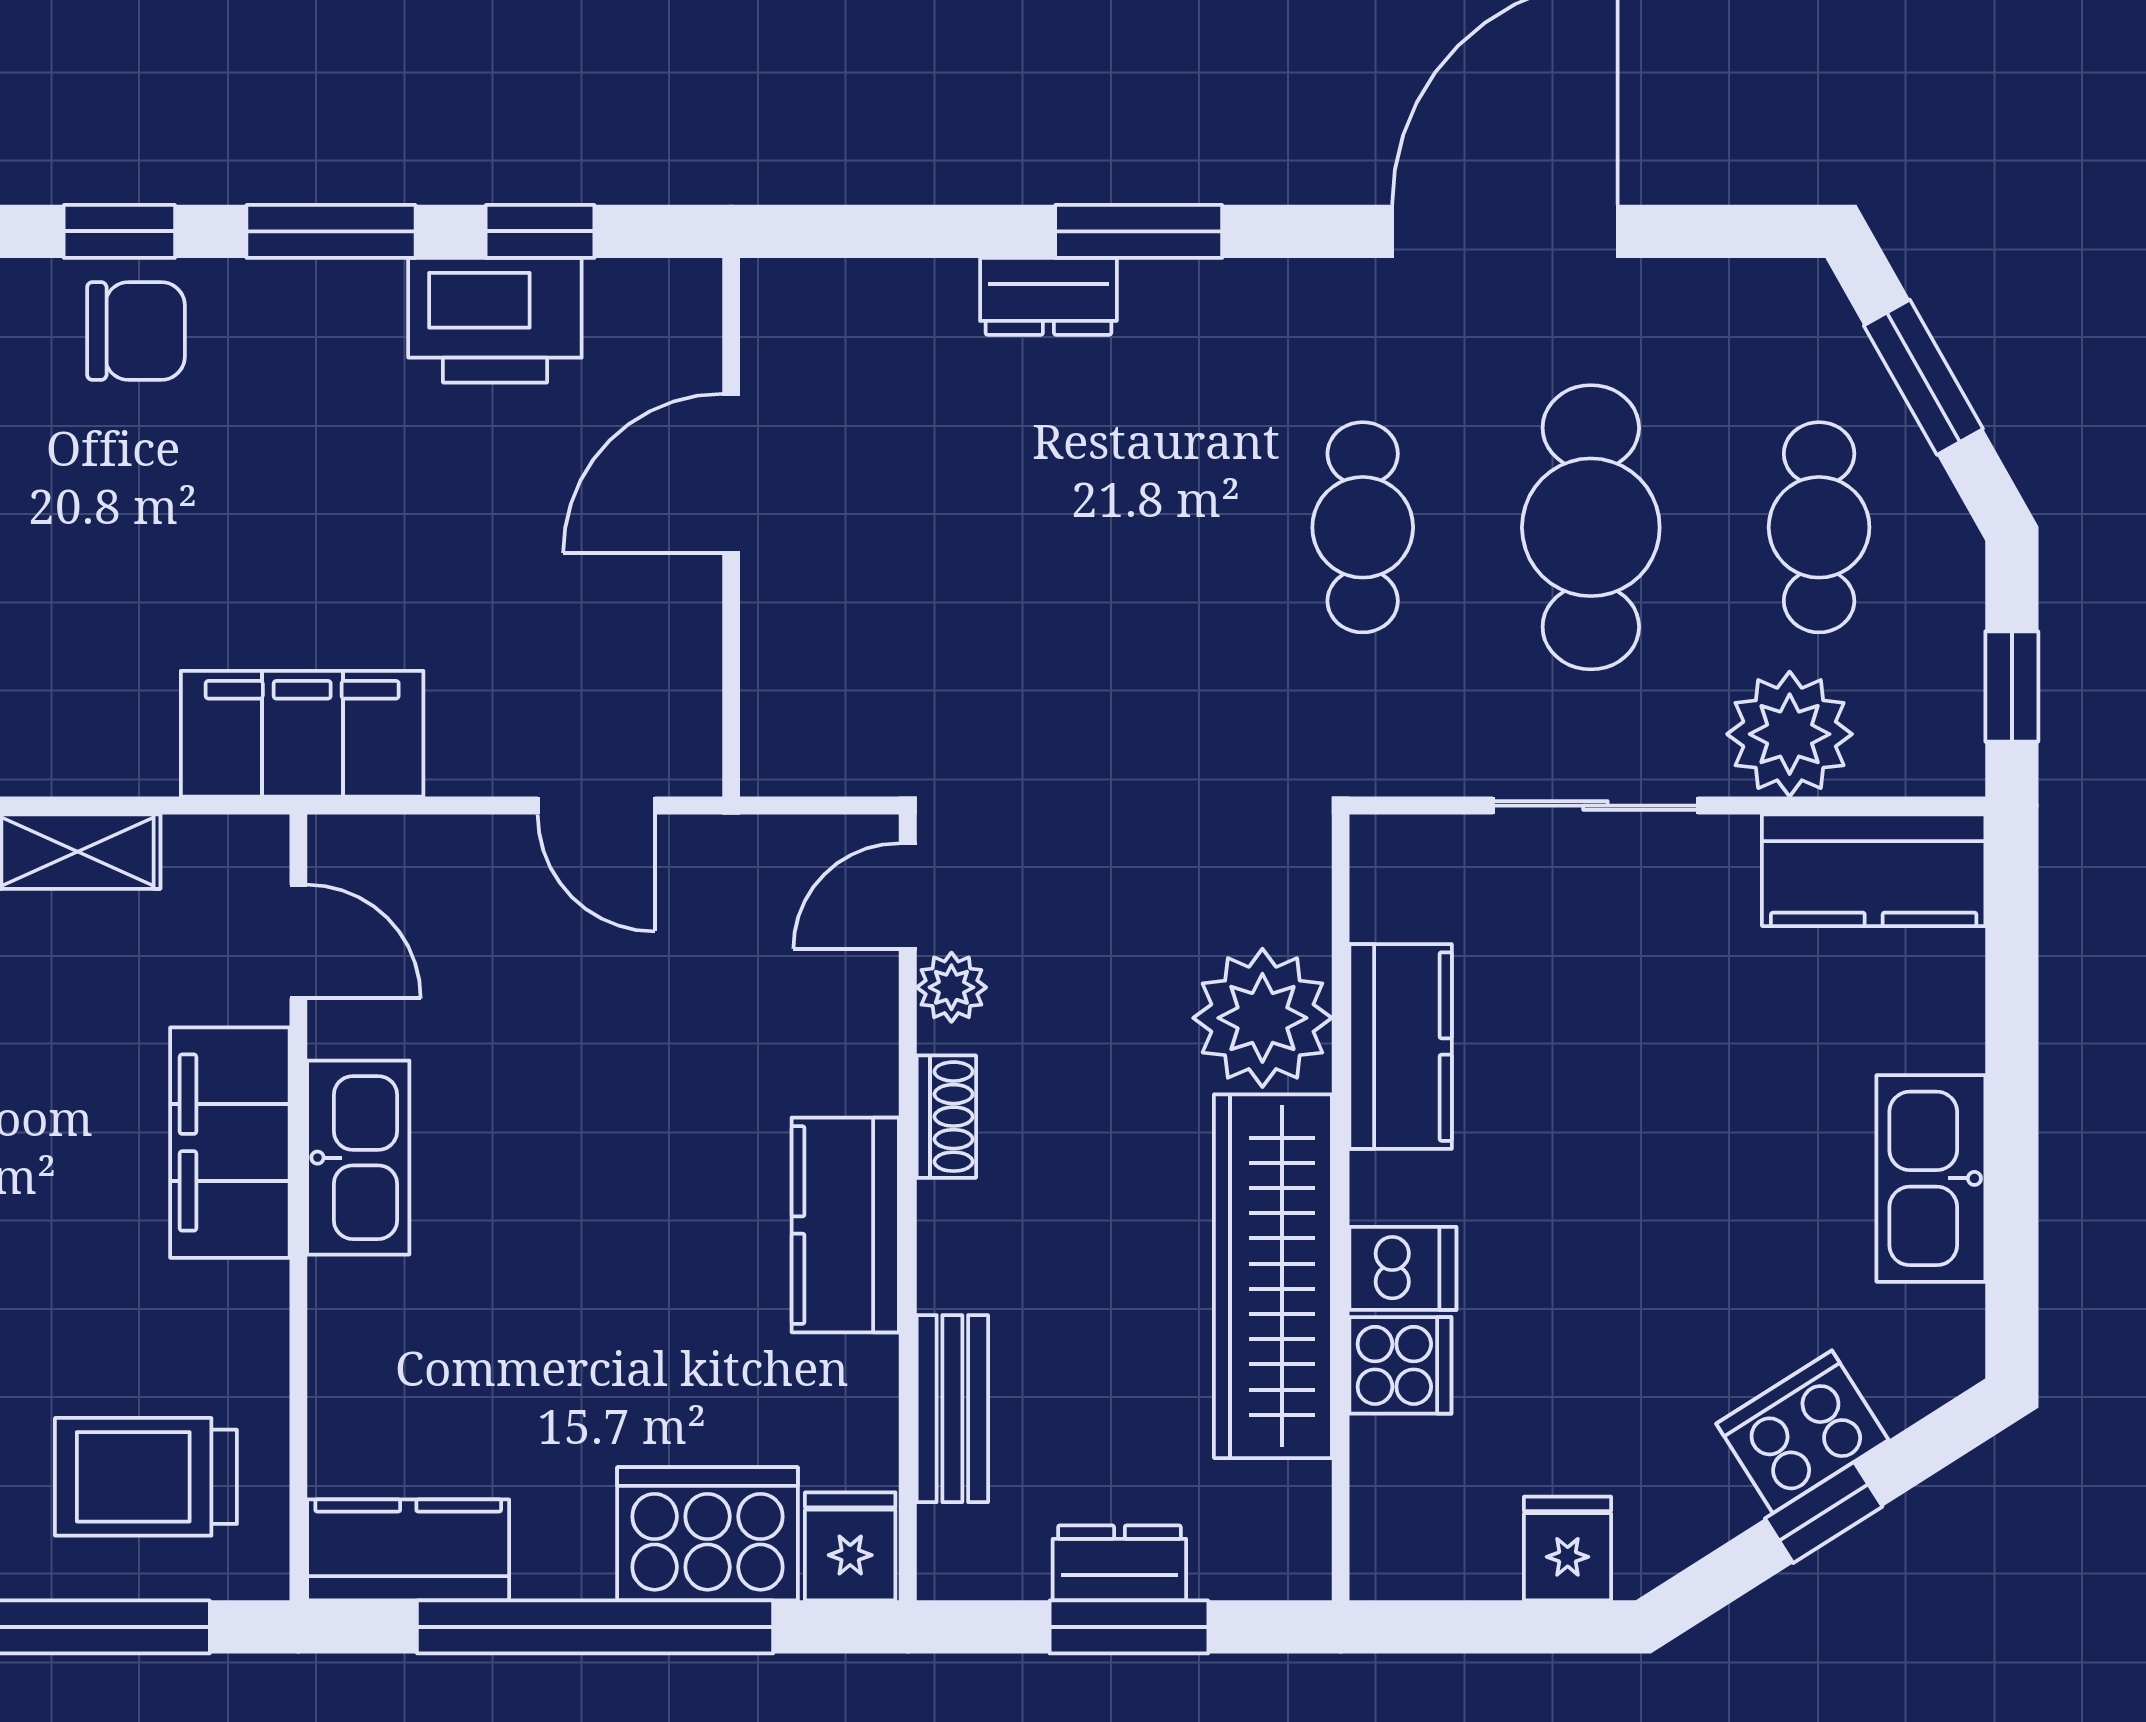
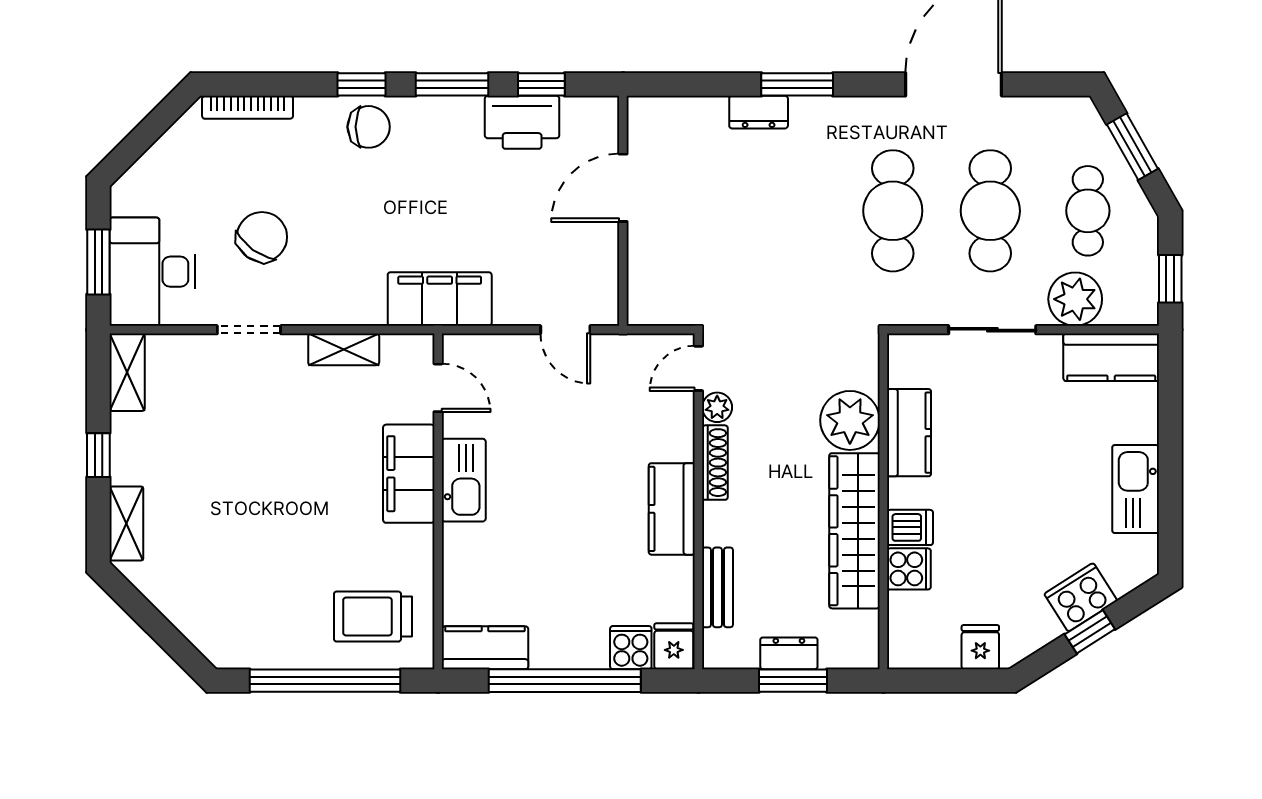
cafe table: (1363, 527) -> (893, 211), width x1.37, depth x1.35
shoe rack: (946, 1117) -> (715, 463), width x1.43
cooker: (708, 1534) -> (631, 648), width x0.53, depth x0.76

